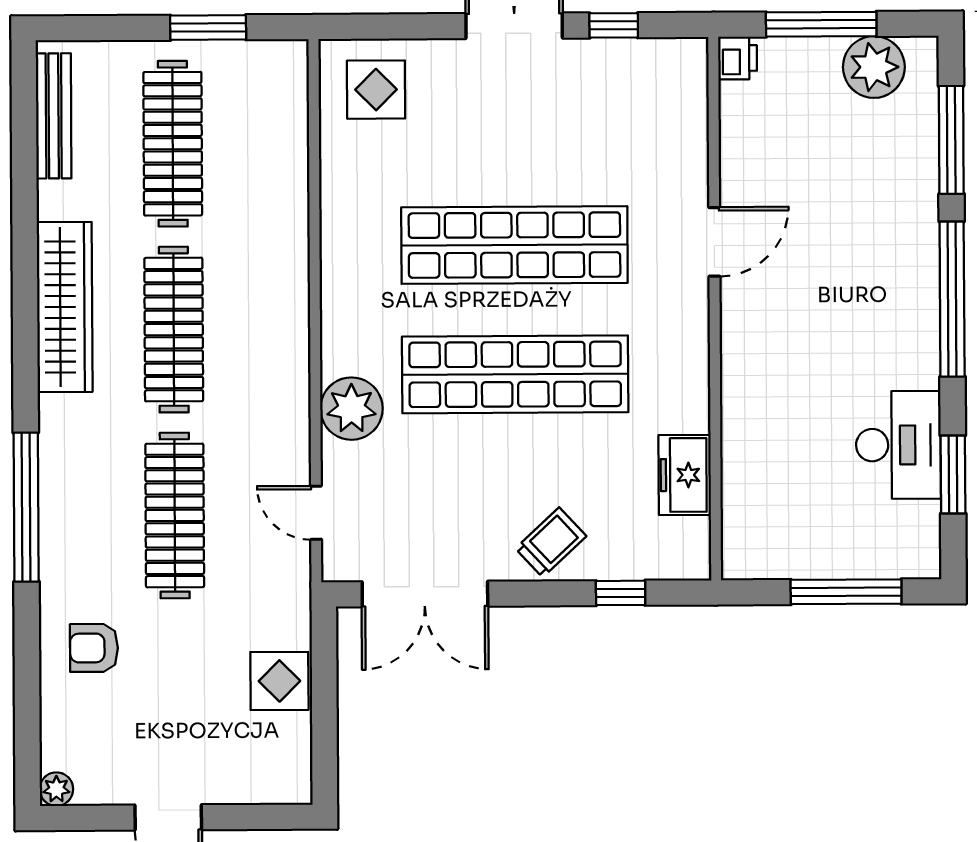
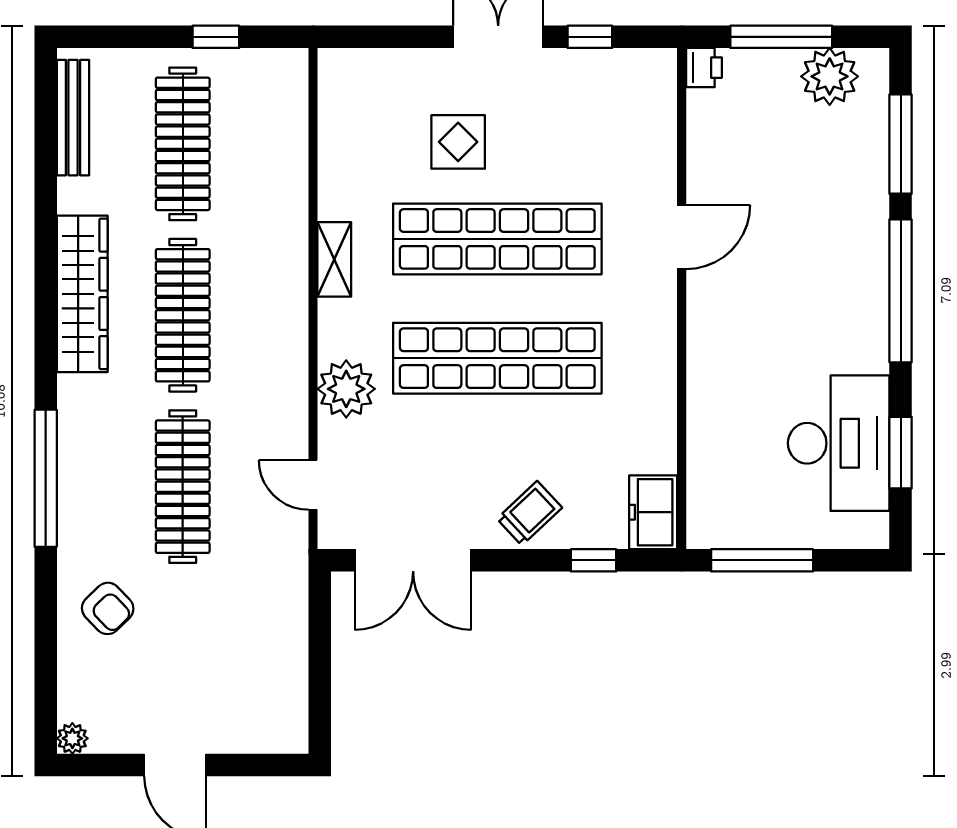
window: (208, 27) -> (216, 37), width x0.67
display table: (376, 90) -> (458, 142), moved
shelving: (338, 268) -> (334, 259), added
desk: (898, 445) -> (839, 443), width x1.36, depth x1.30
freezer: (685, 475) -> (653, 512), moved
window: (846, 592) -> (762, 560), moved
armchair: (94, 648) -> (108, 608), turned -134
display table: (279, 681) -> (278, 640), removed

